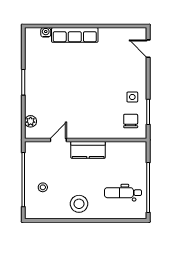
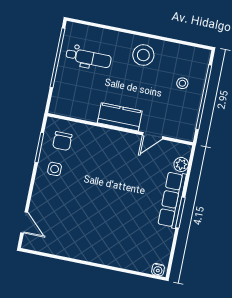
water cooler: (46, 32) -> (158, 270), moved
row of seats: (75, 35) -> (172, 200), moved, turned -90

